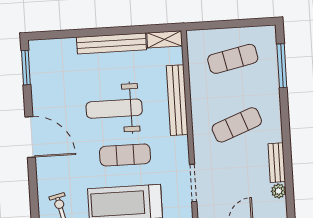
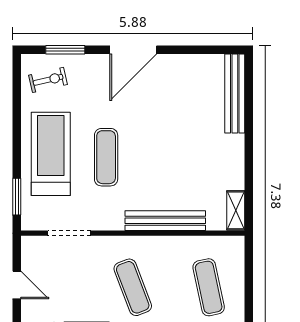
bench: (111, 43) -> (235, 93), moved
window: (26, 68) -> (65, 50), moved
weight bench: (114, 109) -> (160, 148), removed

